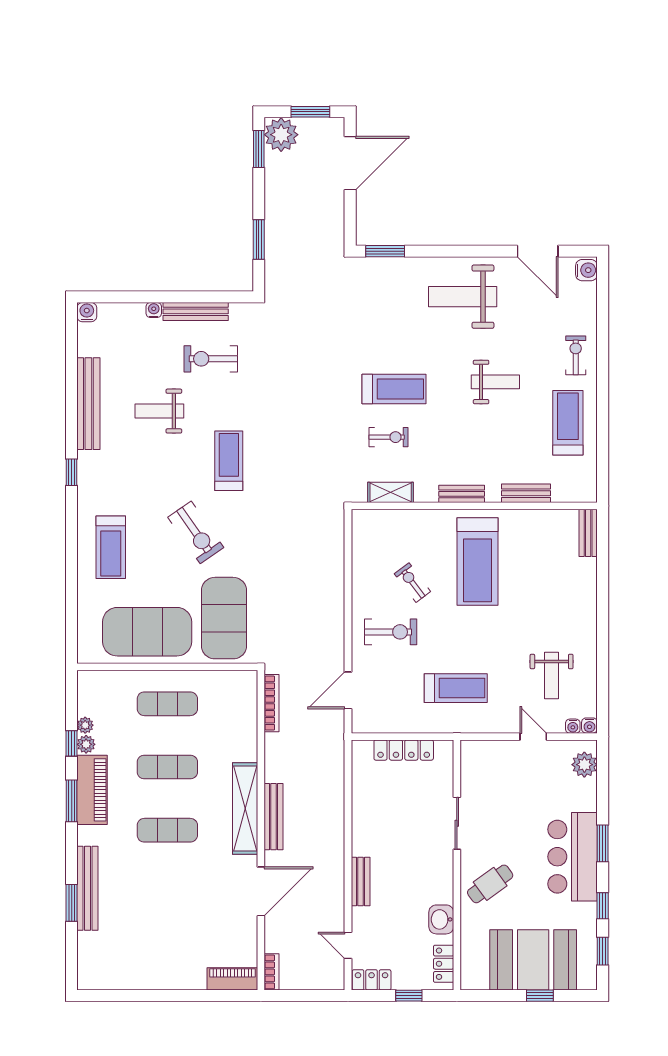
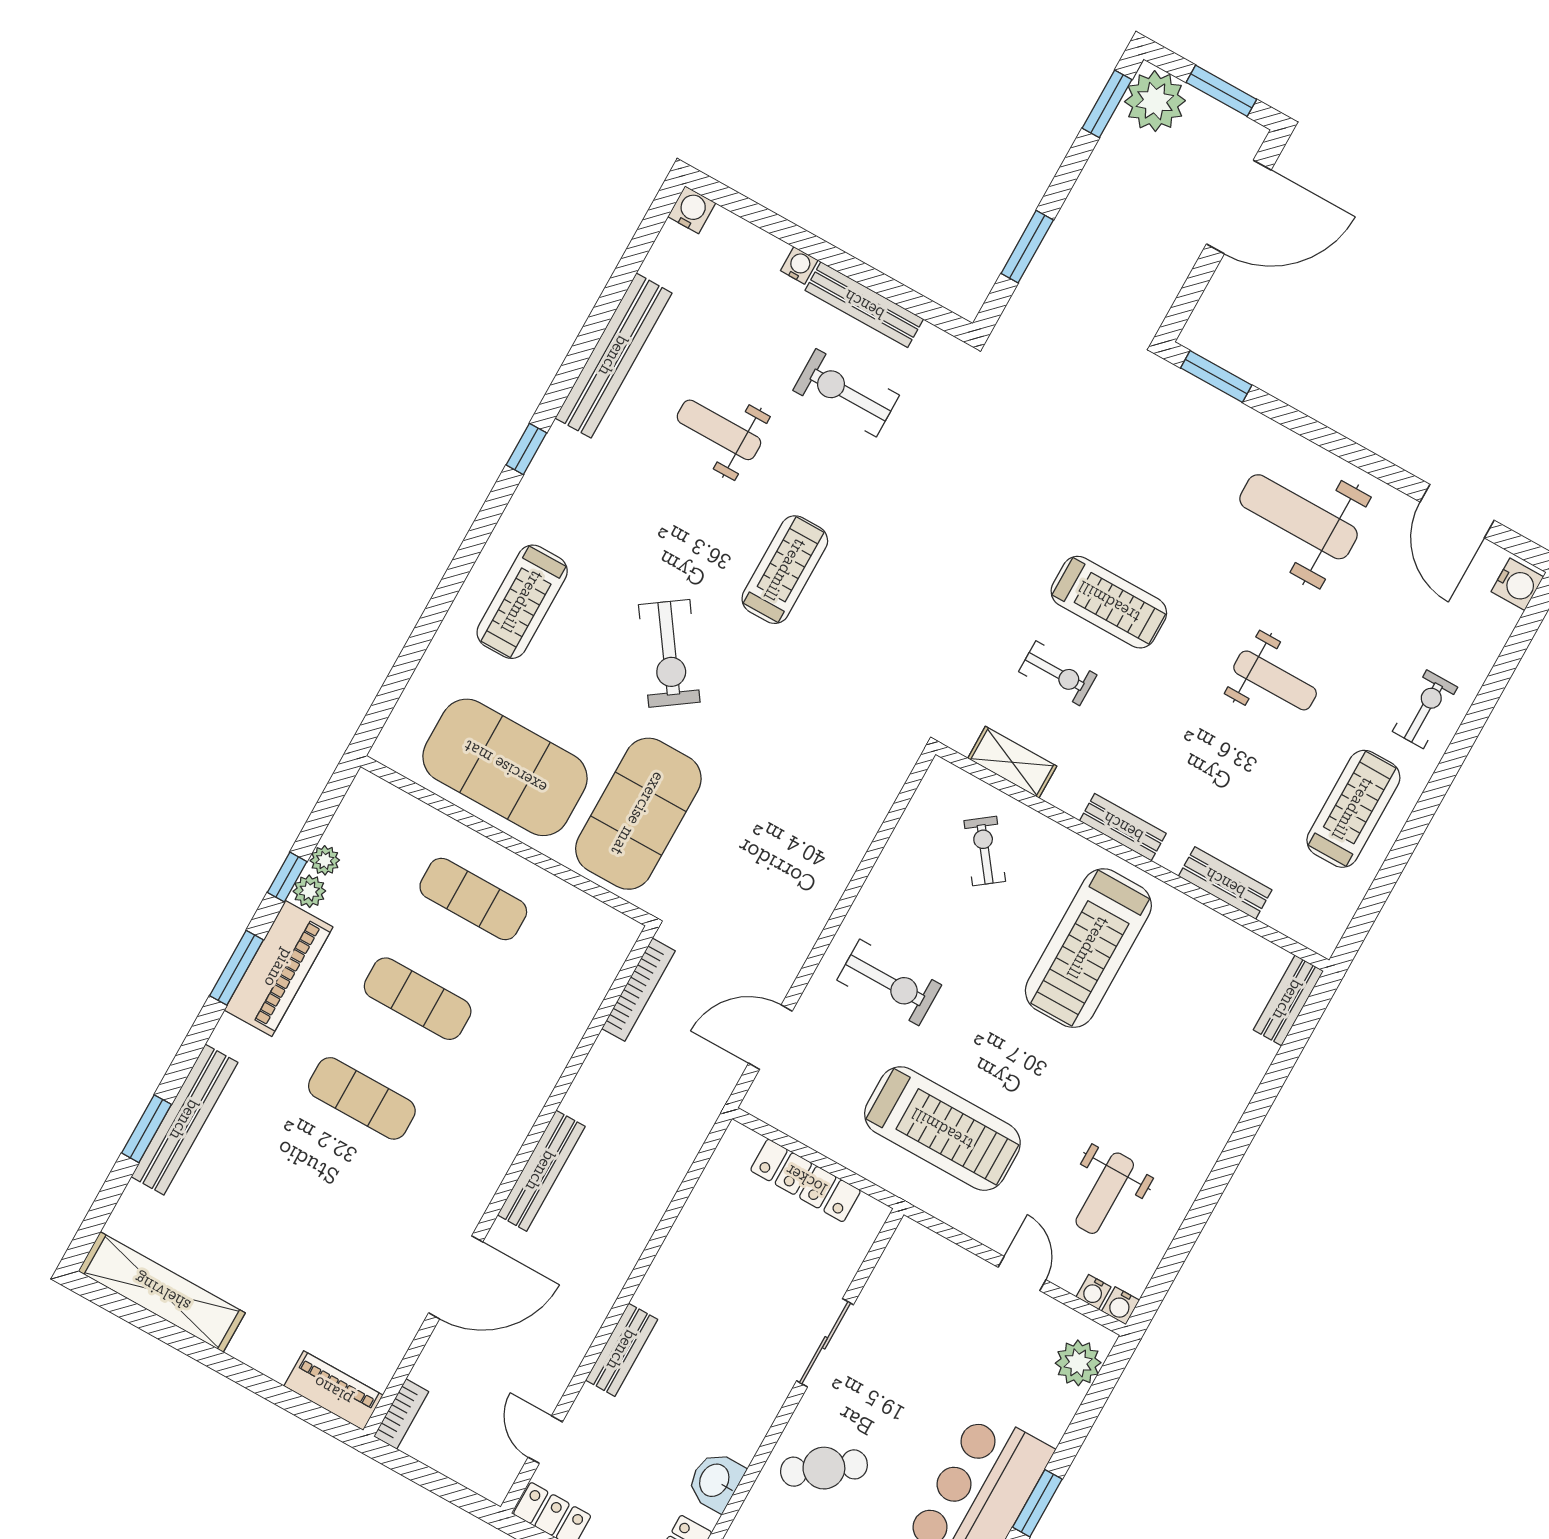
exercise bike: (412, 583) -> (985, 851), moved
treadmill: (456, 688) -> (942, 1129), width x1.37, depth x1.38
shelving: (245, 808) -> (162, 1292), moved, turned 90

